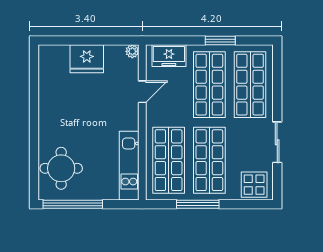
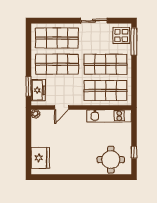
window: (220, 40) -> (29, 86), moved
fridge: (87, 59) -> (40, 158), moved
door: (142, 92) -> (62, 107), swing flipped
window: (73, 204) -> (134, 152), width x0.32
window: (198, 204) -> (134, 42), moved

